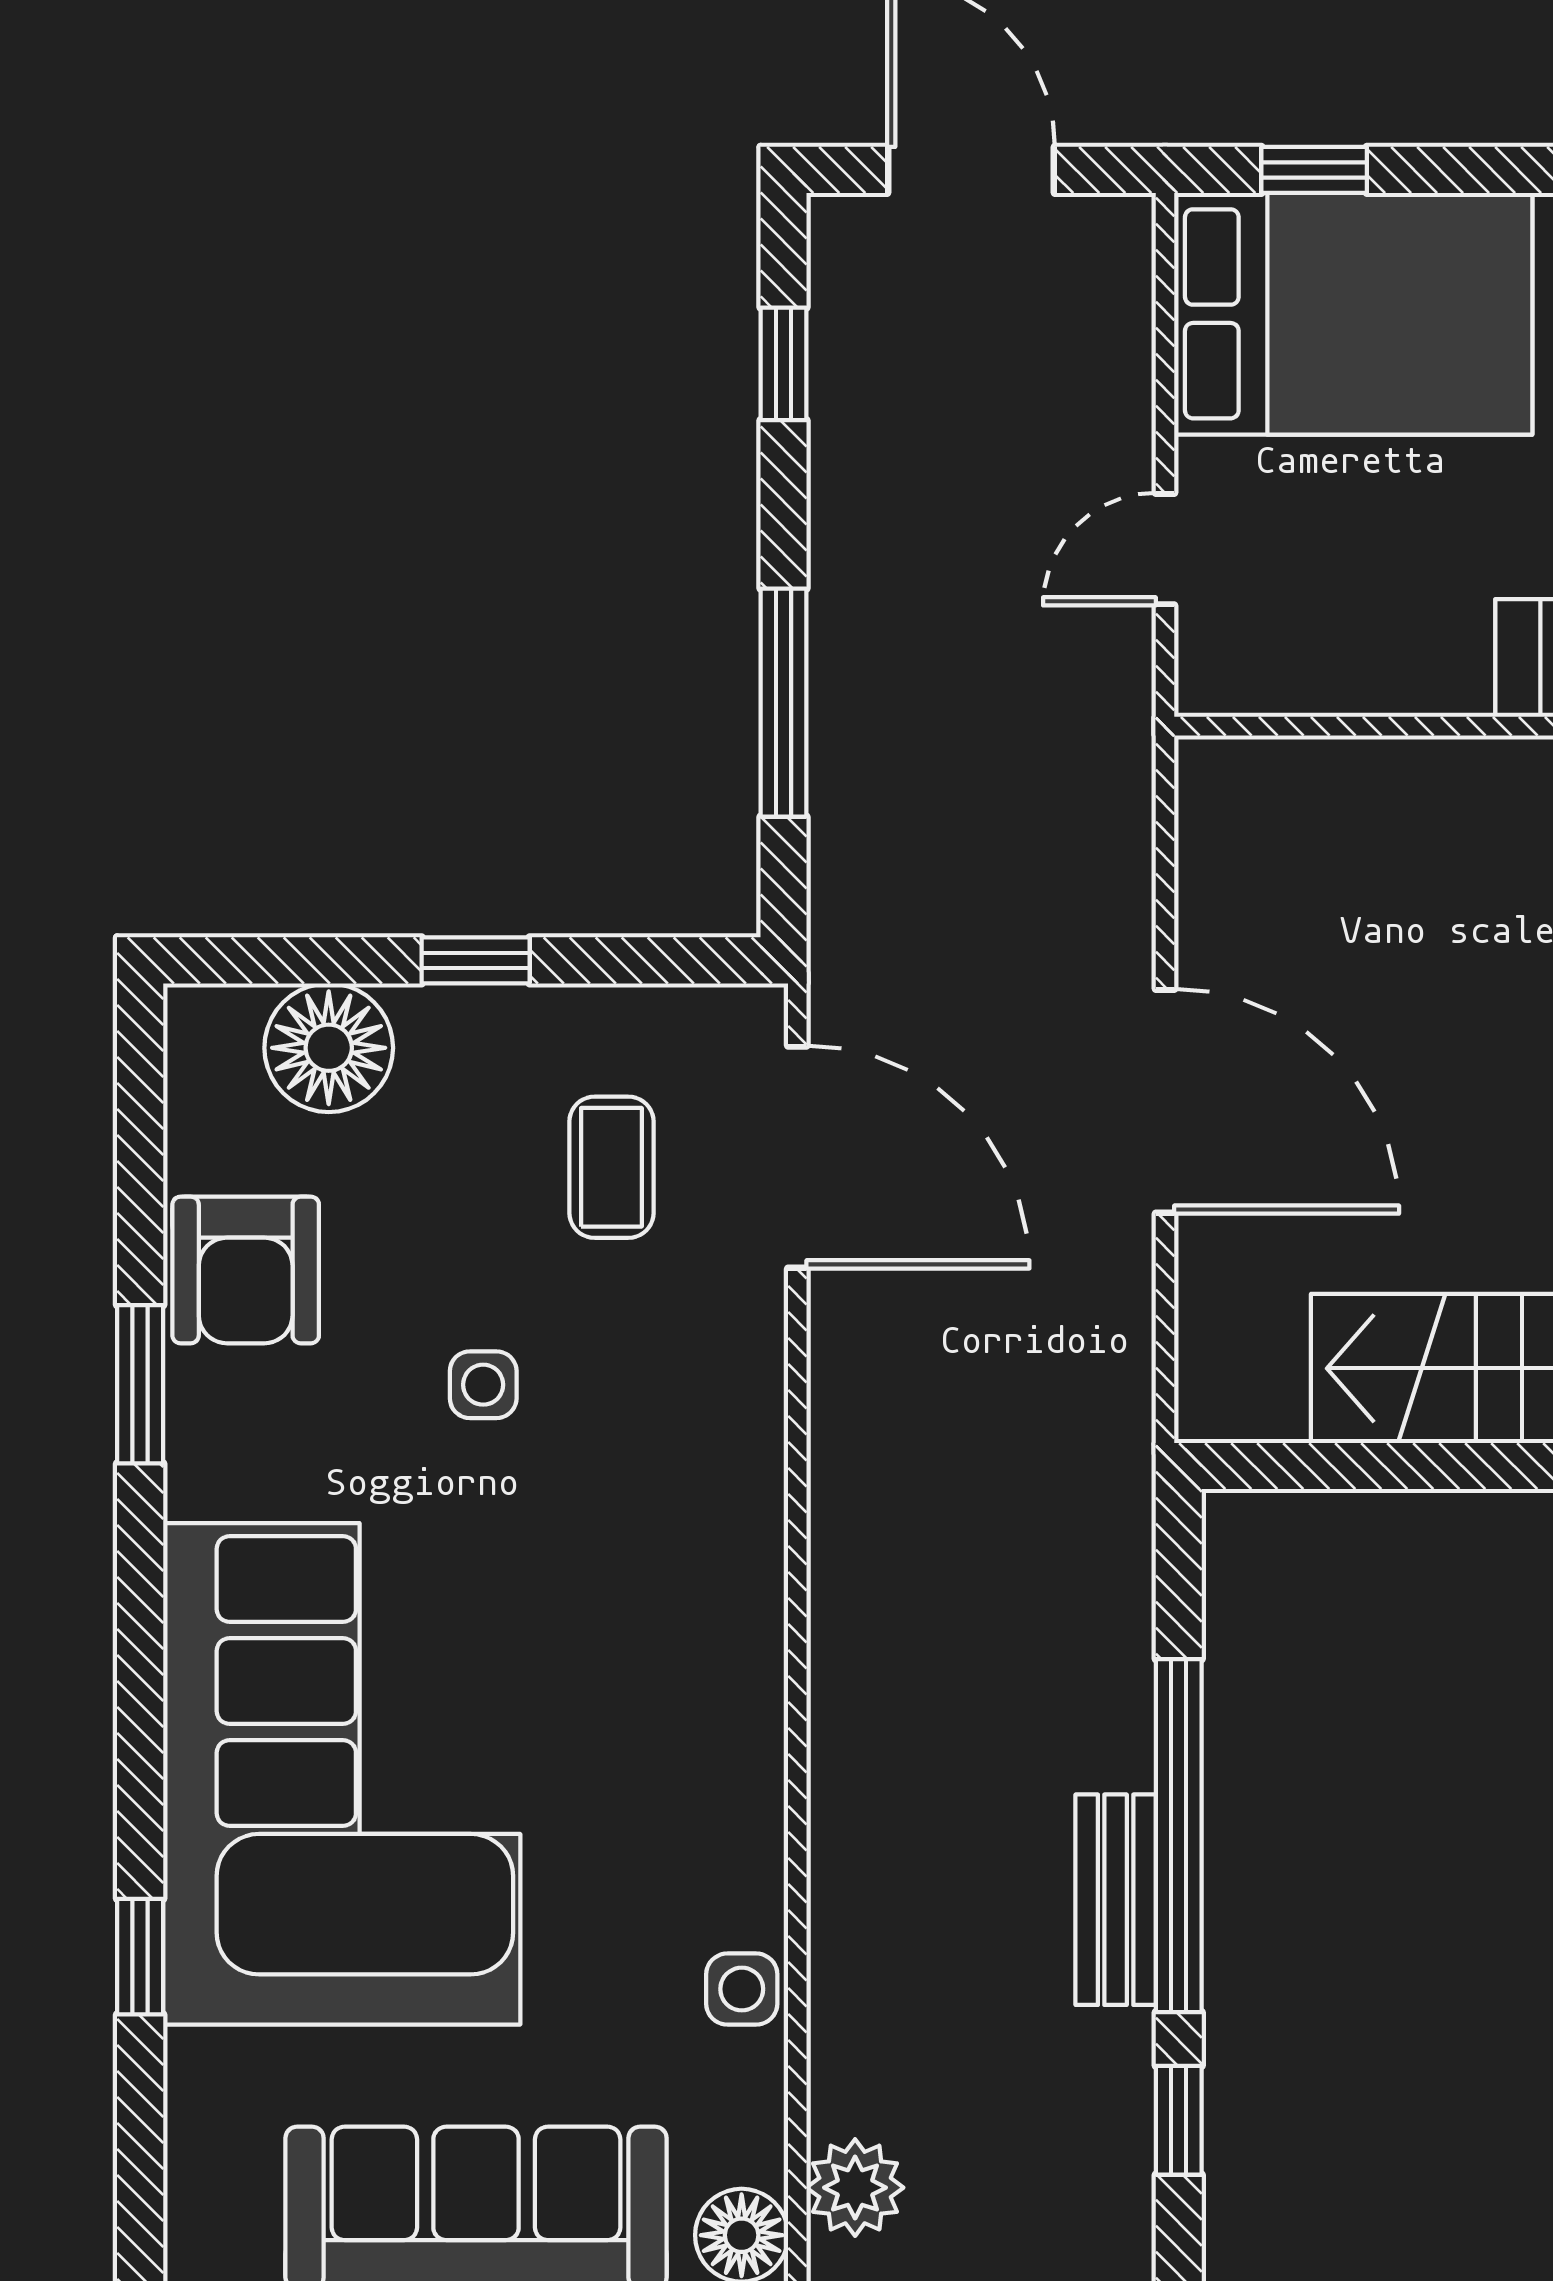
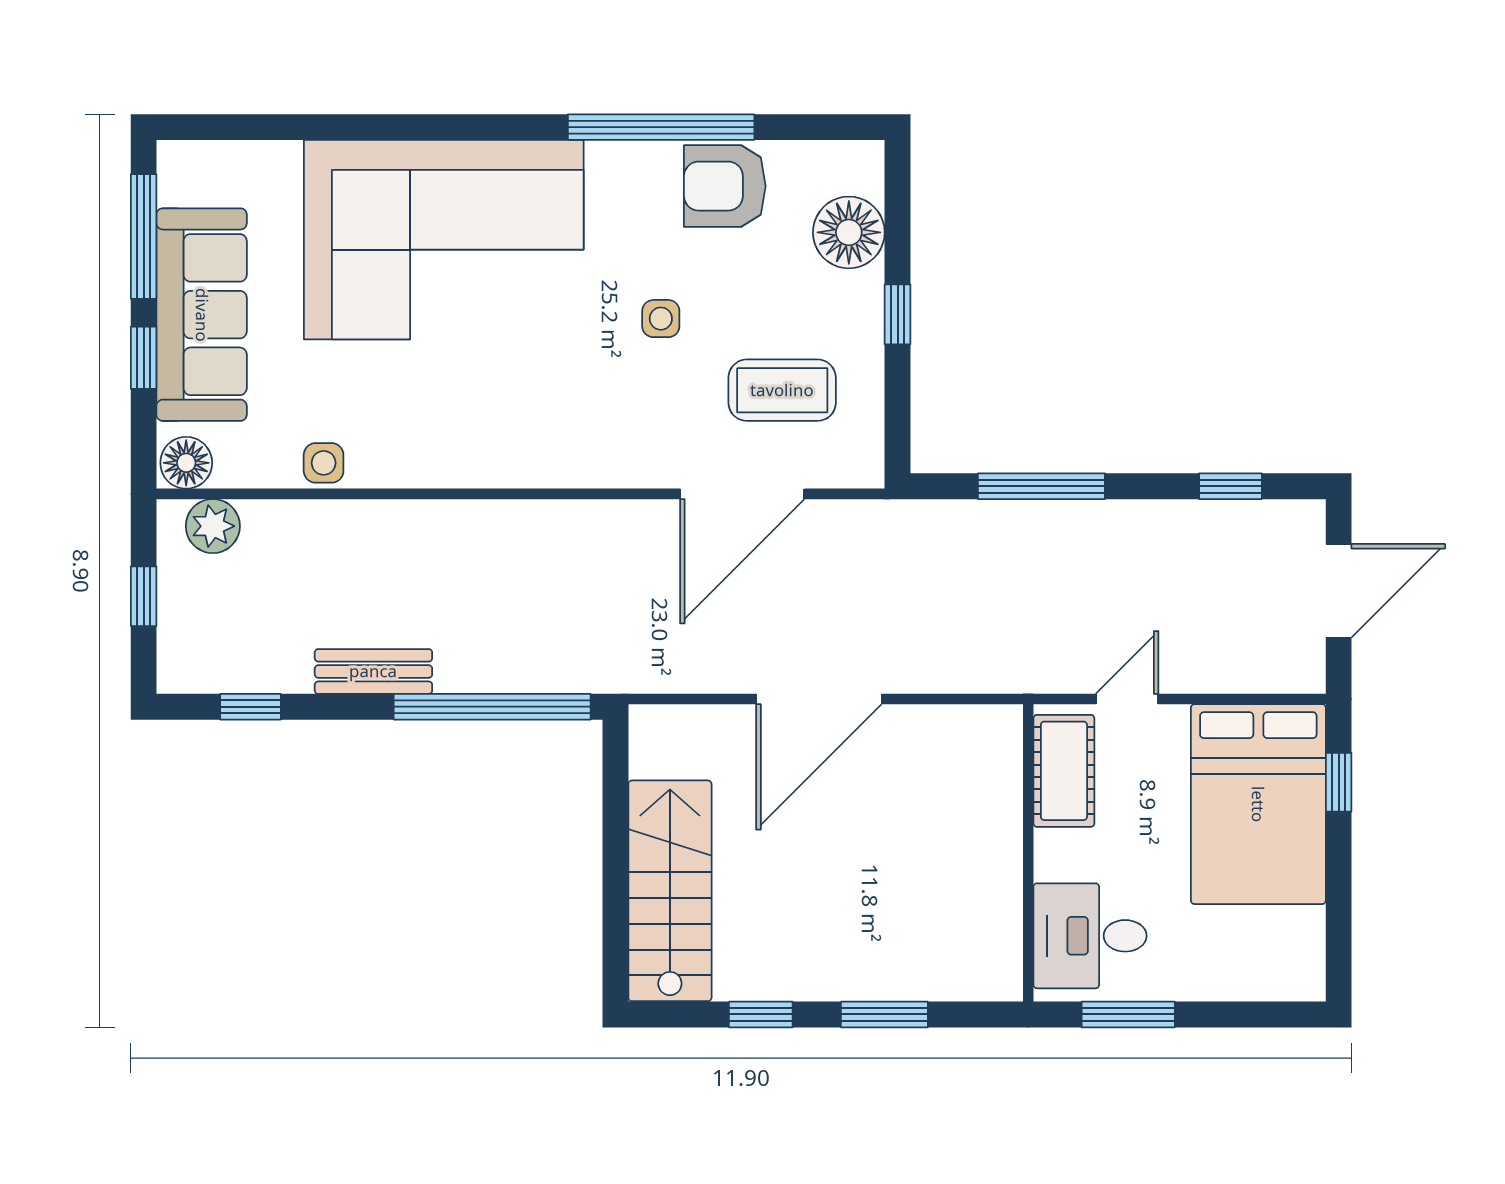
door: (1165, 549) -> (1127, 699), hinge flipped
cot: (1294, 662) -> (1064, 771), added
door: (797, 1157) -> (742, 494), moved
coffee table: (611, 1167) -> (782, 390), width x1.36, depth x1.30
window: (140, 1384) -> (661, 127), width x2.11
window: (1179, 1836) -> (492, 707), moved
window: (140, 1957) -> (342, 127), removed

